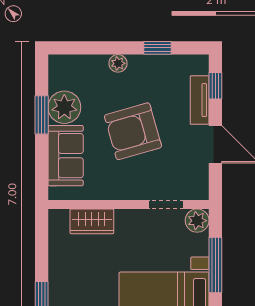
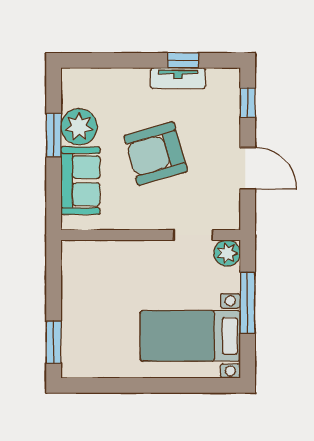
plant: (118, 63) -> (139, 78), removed
tv unit: (200, 100) -> (178, 78), moved, turned -90
wardrobe: (92, 221) -> (110, 254), removed

